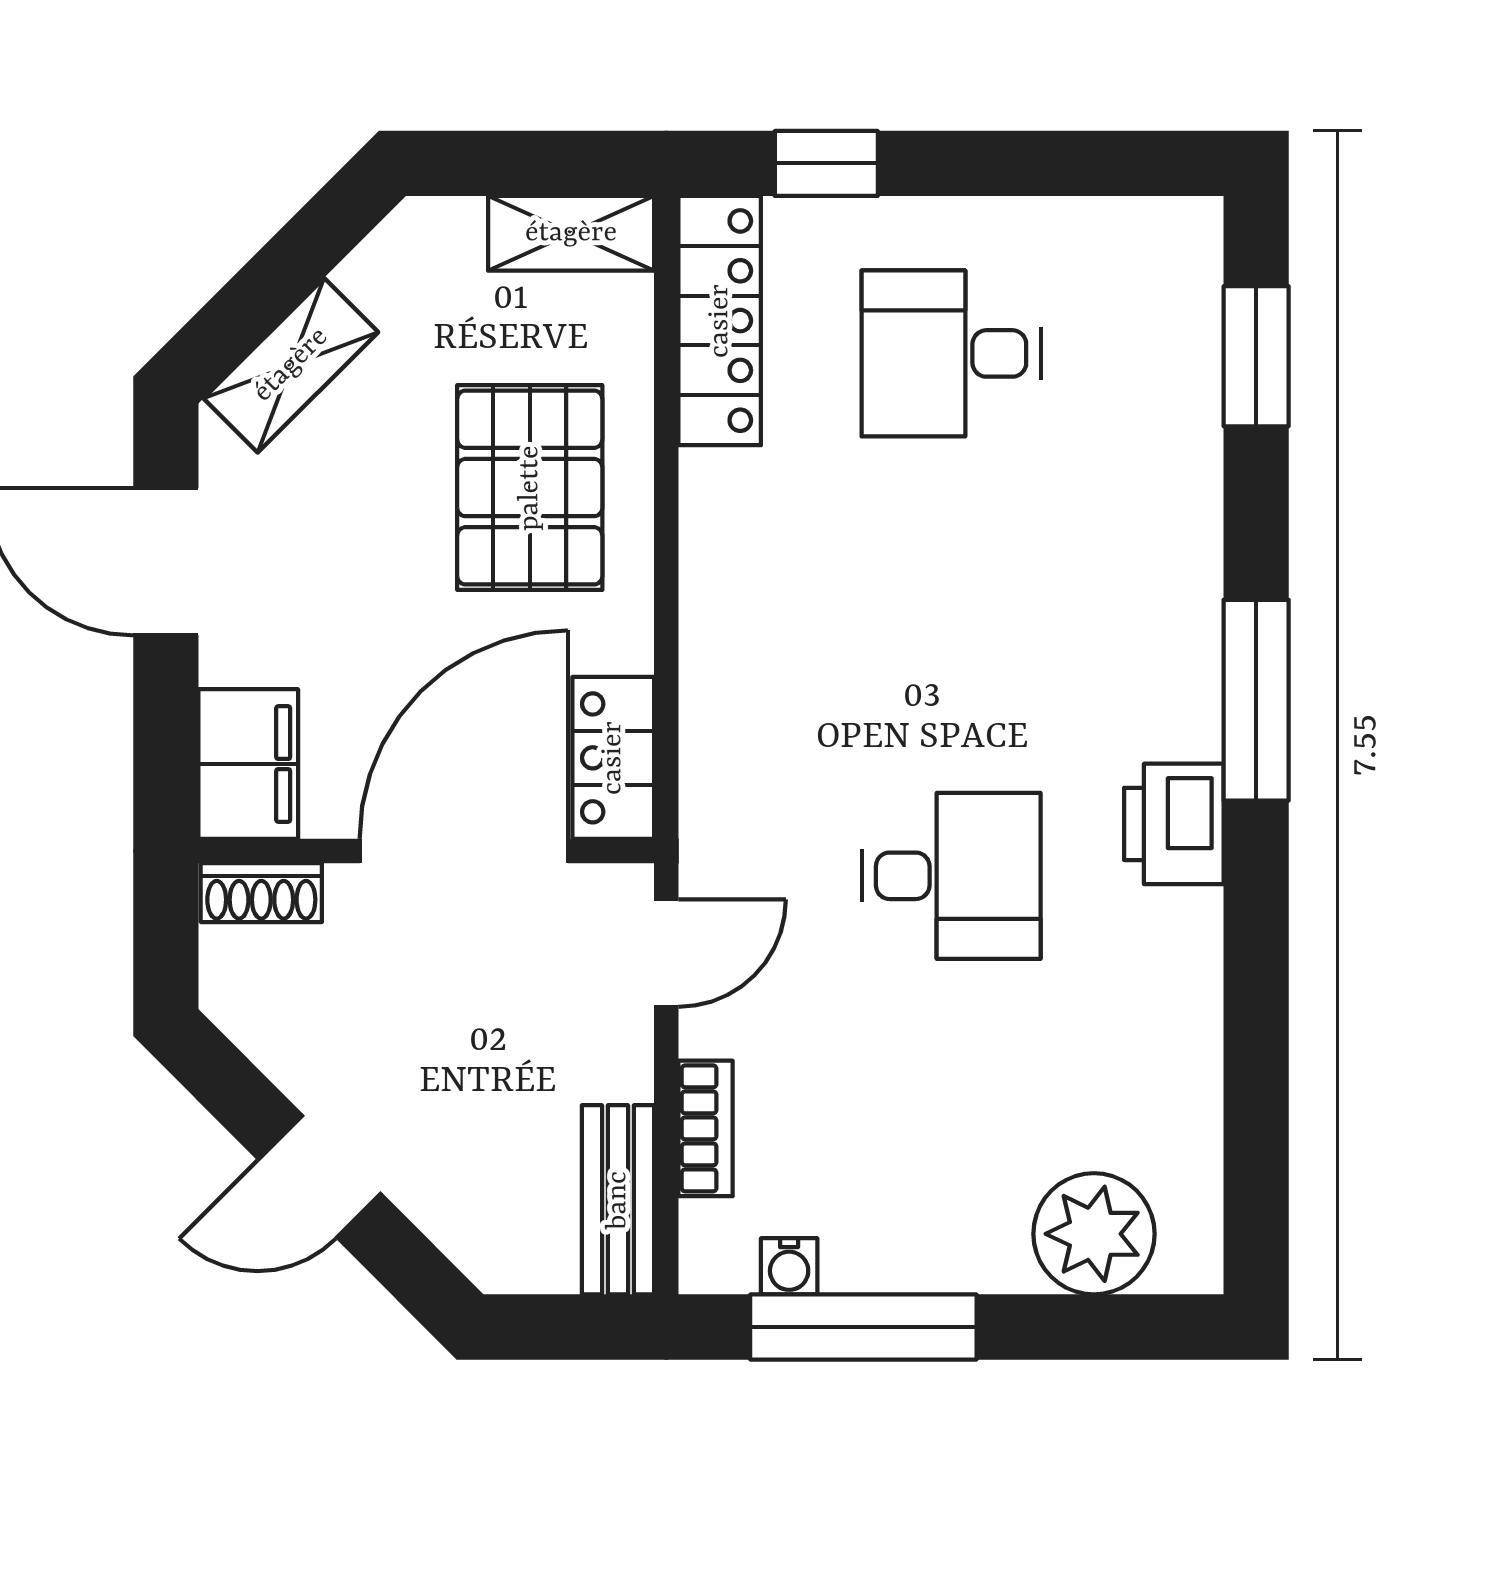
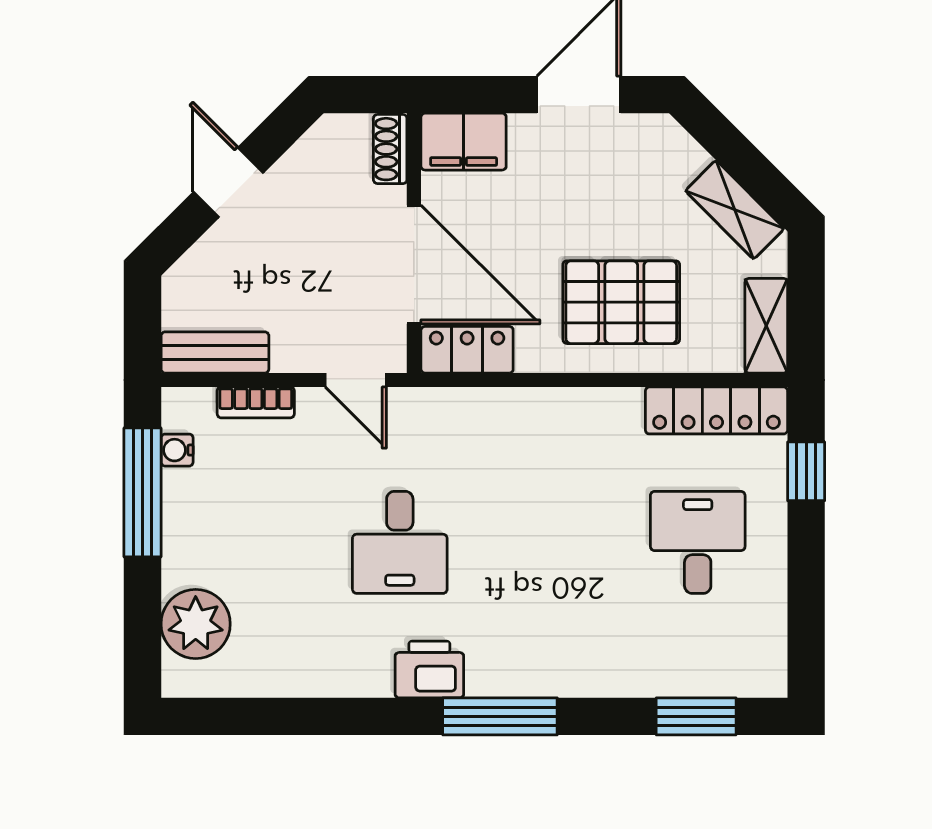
shelving: (291, 365) -> (735, 210), moved

